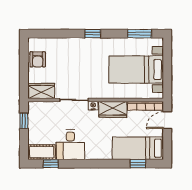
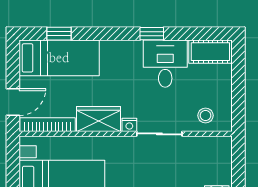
wardrobe: (41, 91) -> (211, 148), removed
stool: (45, 112) -> (206, 115), added
window: (24, 121) -> (238, 101), removed
window: (51, 164) -> (152, 34), moved

